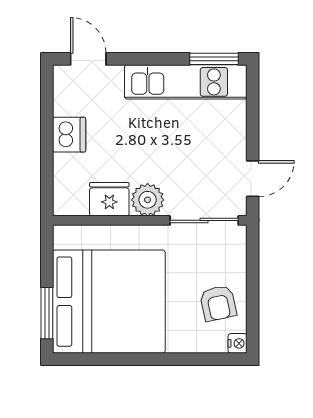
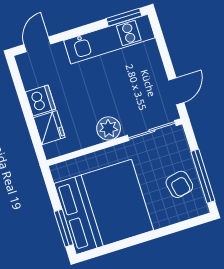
door: (88, 59) -> (37, 44), hinge flipped
fridge: (109, 199) -> (49, 128), moved, turned 90
window: (253, 302) -> (203, 176), added
nightstand: (238, 343) -> (201, 208), removed

